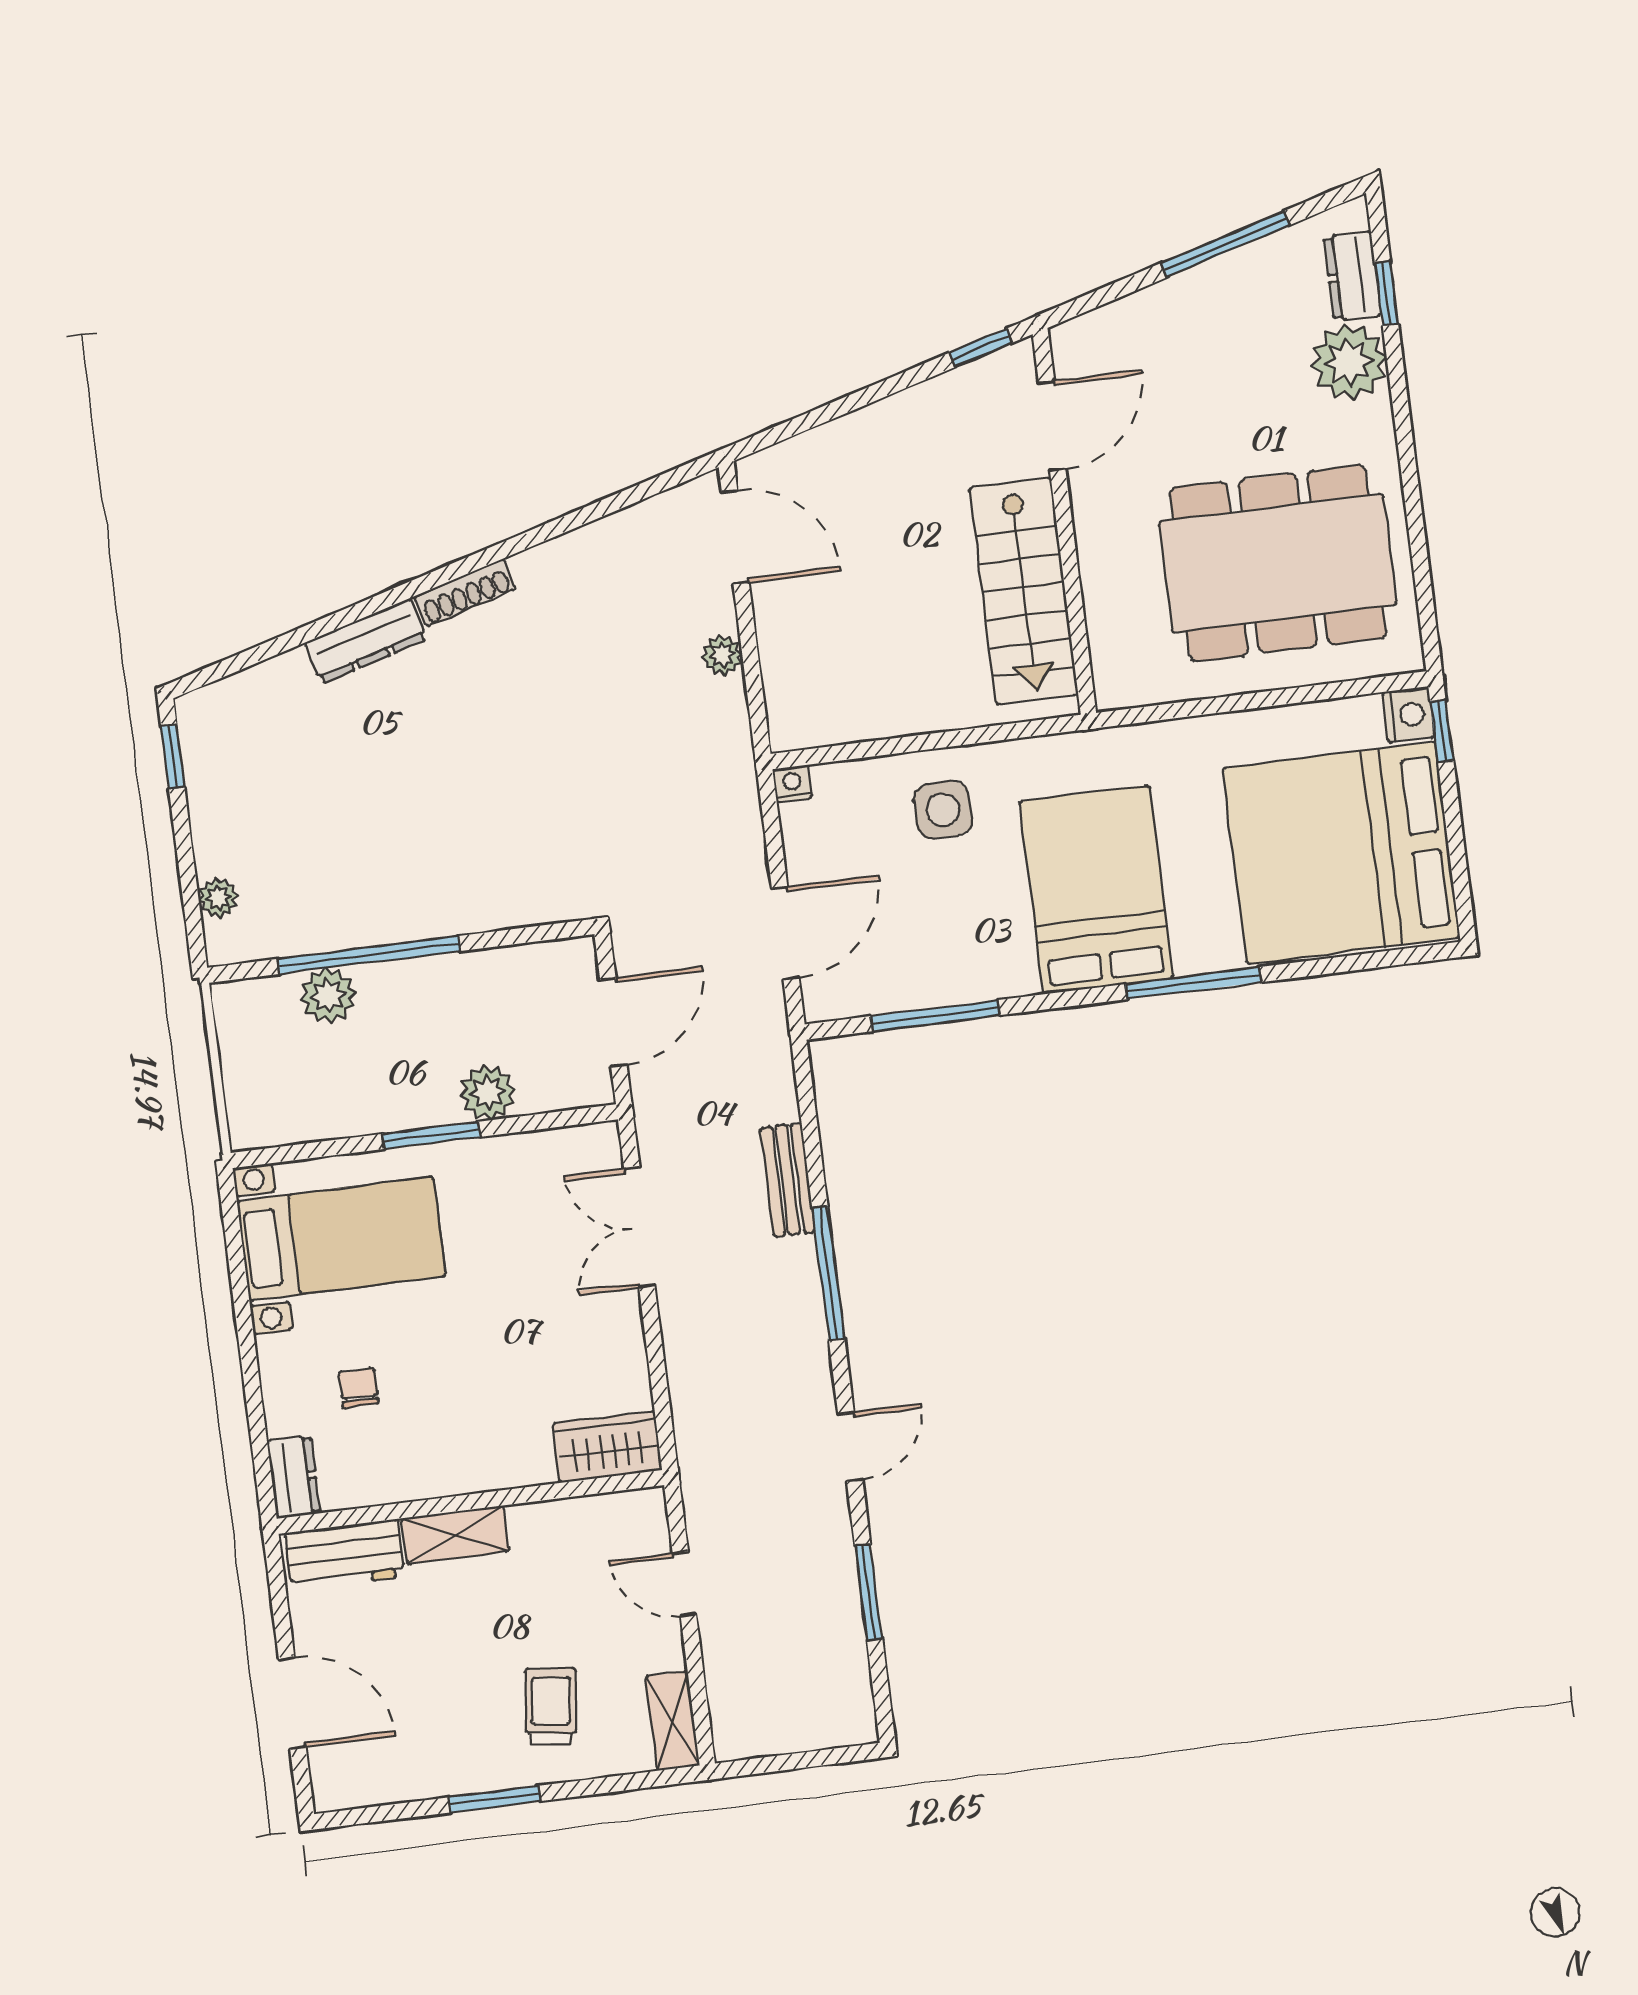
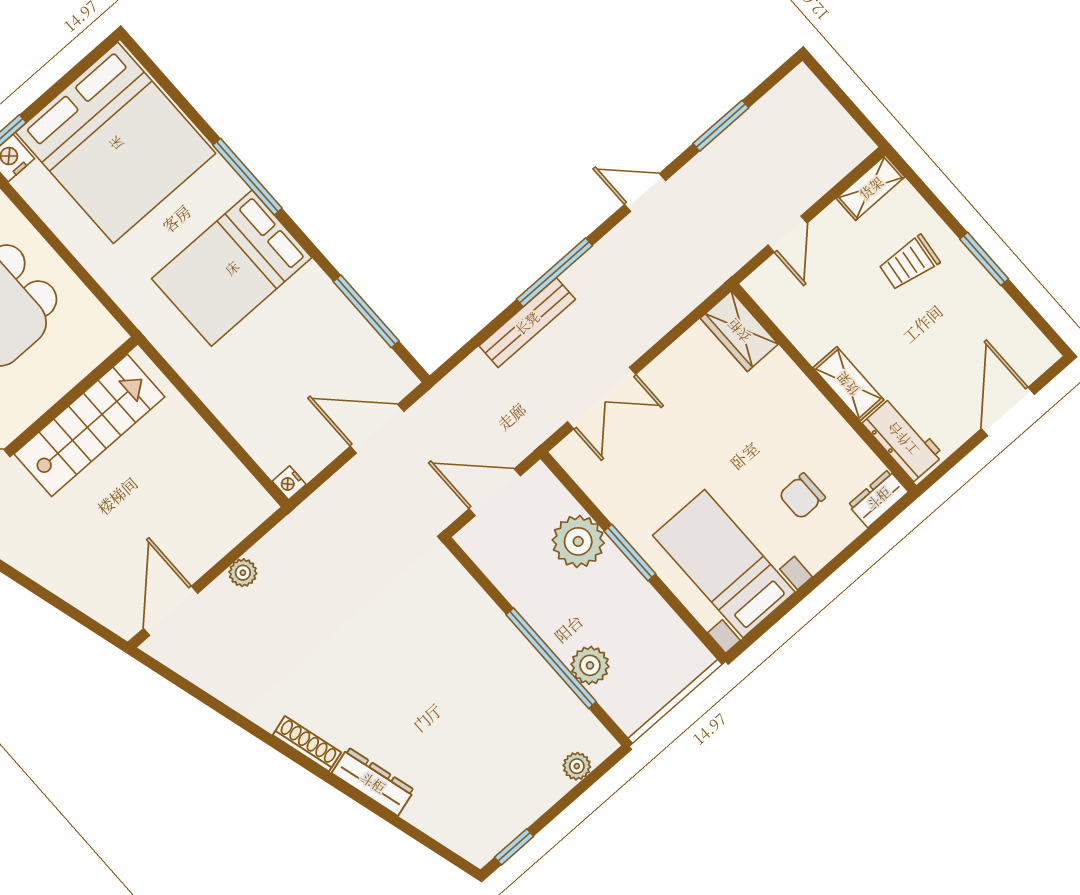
side table: (943, 810) -> (246, 387), removed
plant: (488, 1092) -> (578, 541), width x1.36, depth x1.36
bench: (788, 1180) -> (527, 323), width x1.36
chair: (359, 1388) -> (802, 496), width x1.37, depth x1.37

